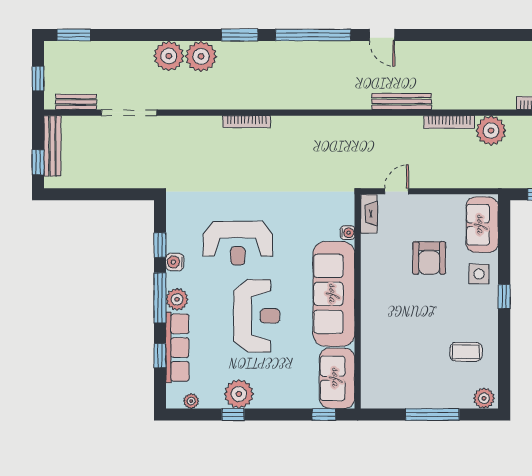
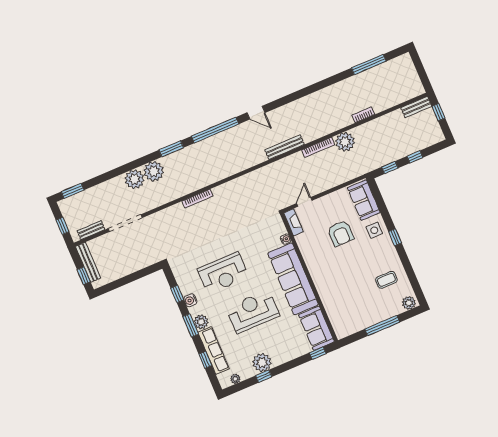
window: (160, 298) -> (191, 325), width x0.69
reception desk: (257, 316) -> (253, 311), turned -90

